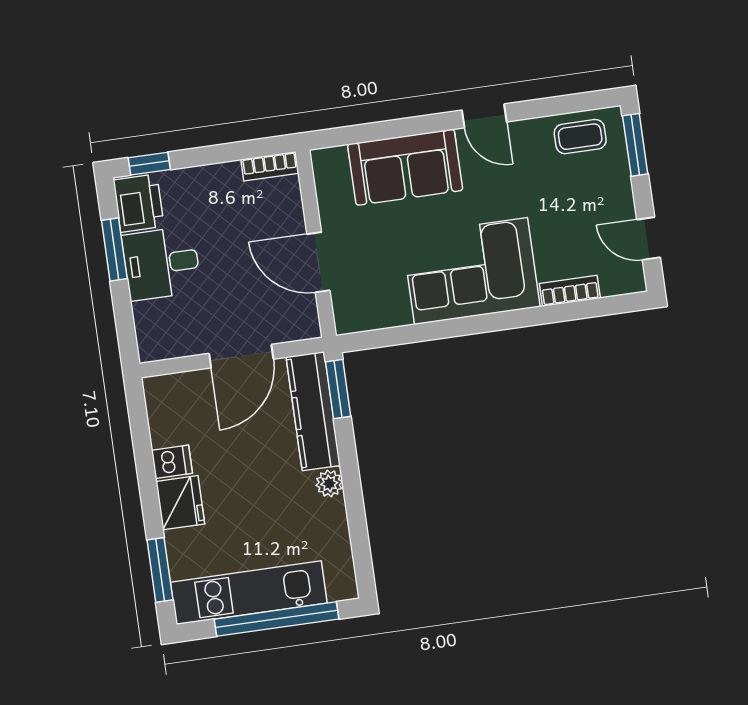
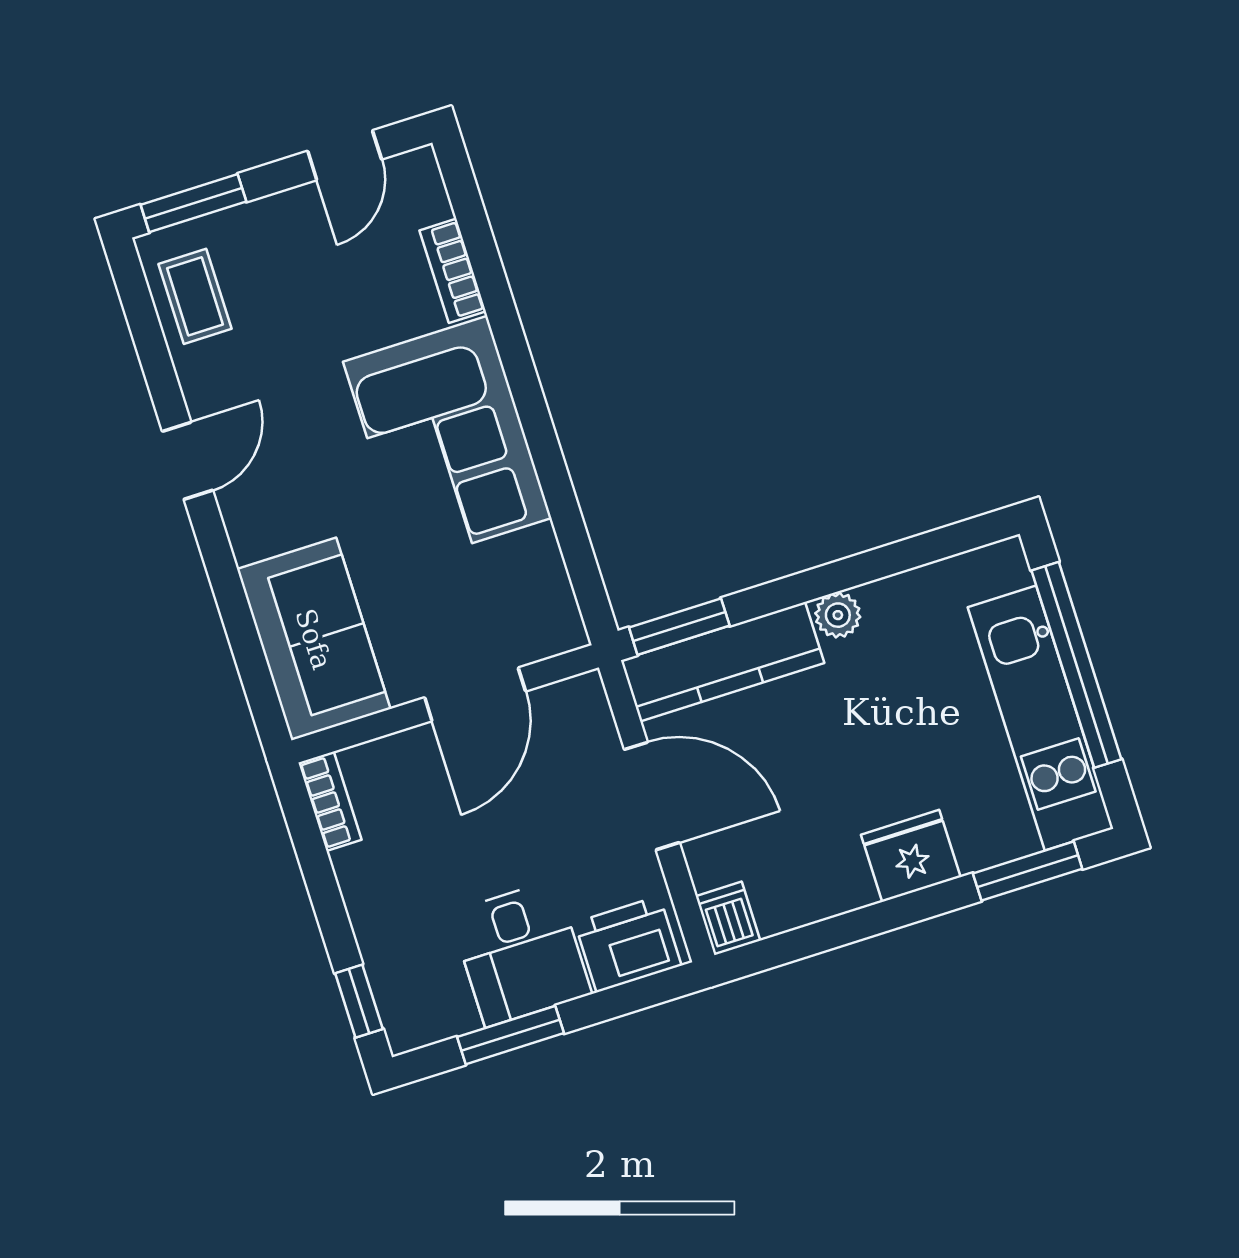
sofa: (405, 167) -> (314, 639), moved
printer: (139, 203) -> (628, 944), moved
dishwasher: (172, 462) -> (728, 918), moved

